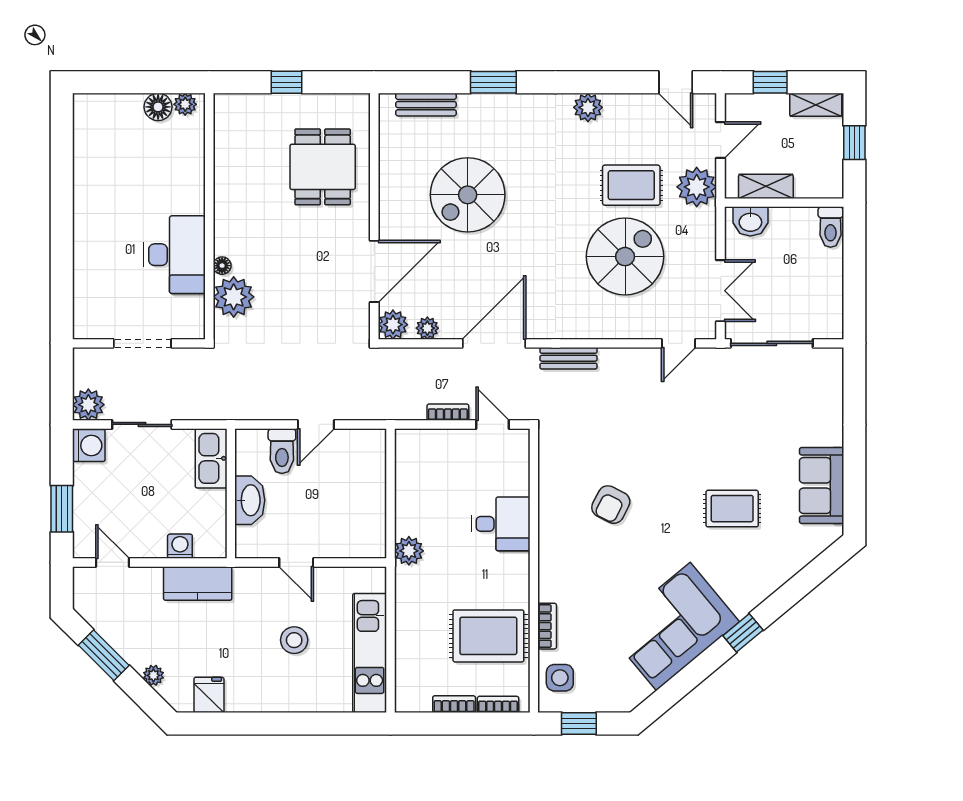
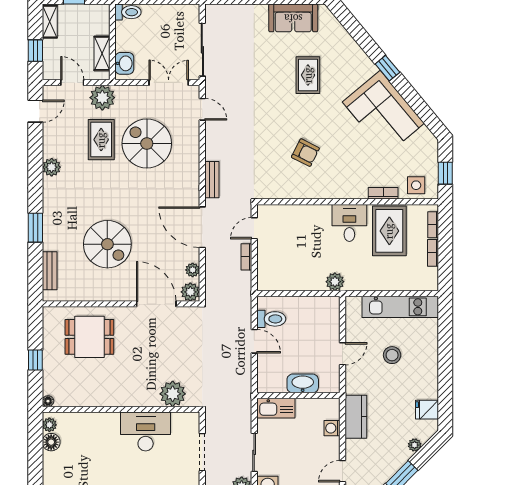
floor lamp: (222, 266) -> (48, 401), moved
toilet: (282, 451) -> (271, 319), moved
desk: (501, 524) -> (349, 223), moved

